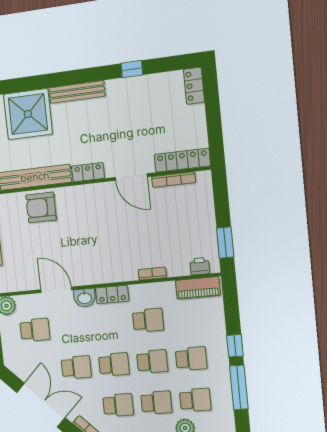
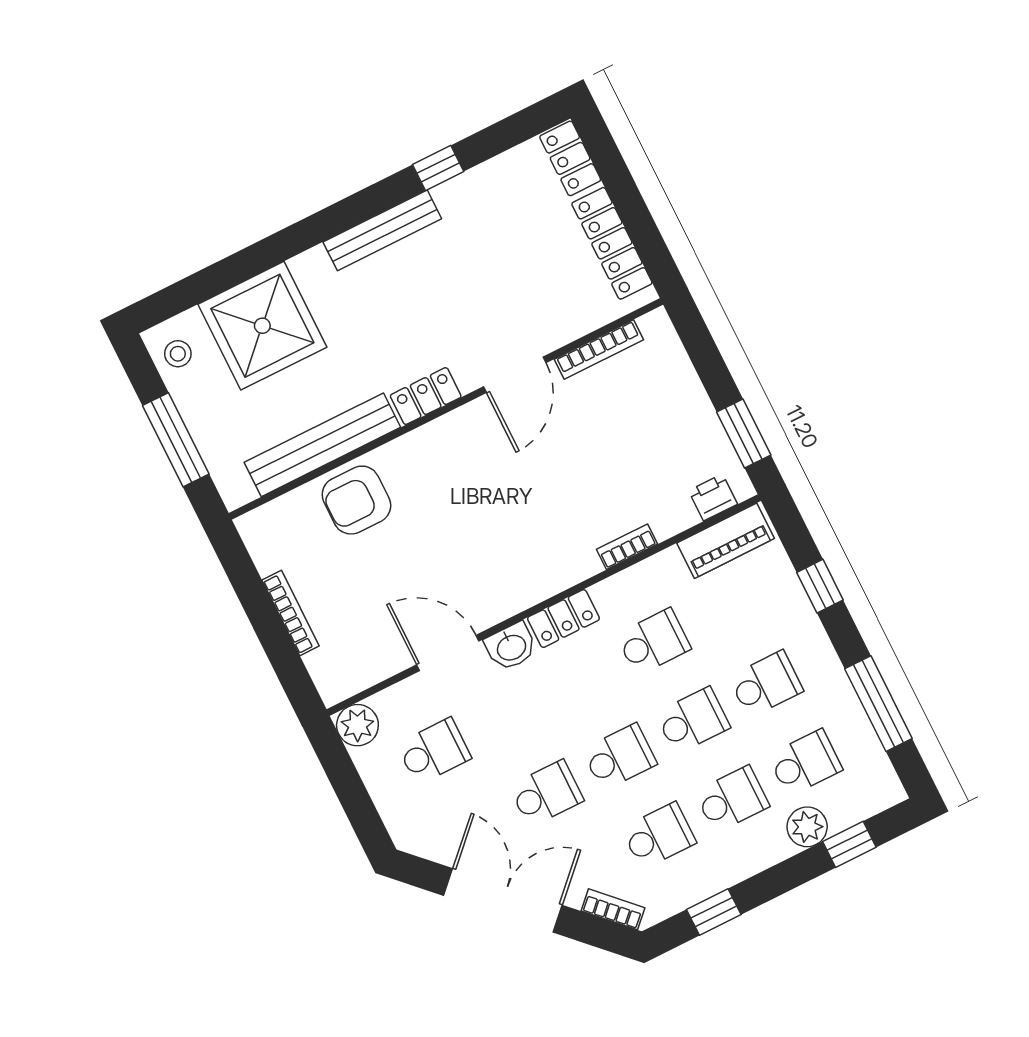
bench: (77, 92) -> (382, 230), moved
locker: (182, 160) -> (612, 243), moved, turned -90
door: (131, 177) -> (515, 375), hinge flipped
window: (235, 346) -> (820, 586), moved

